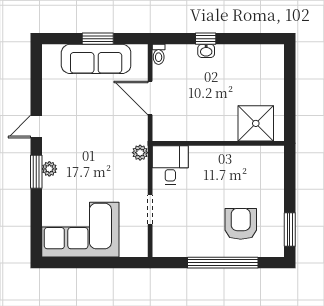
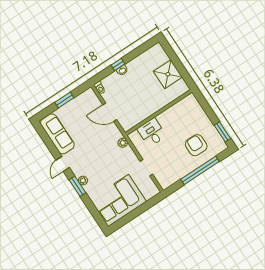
sofa: (96, 59) -> (57, 134), moved, turned -90
shower: (256, 123) -> (168, 74), moved
desk: (170, 165) -> (152, 132), moved

